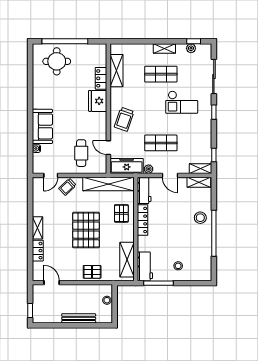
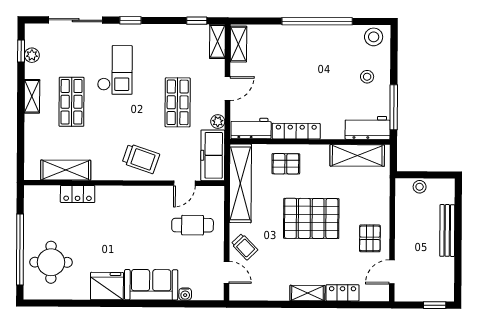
fridge: (98, 101) -> (107, 286), moved, turned 180
stool: (200, 218) -> (374, 37), moved
pallet: (92, 272) -> (370, 238), moved

